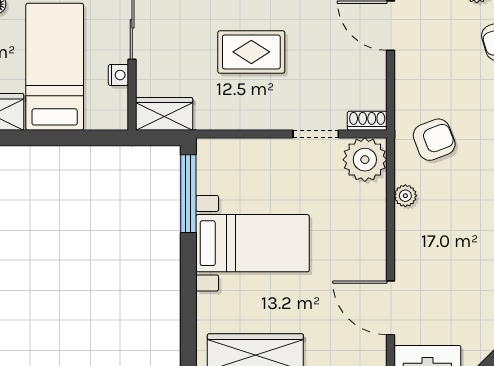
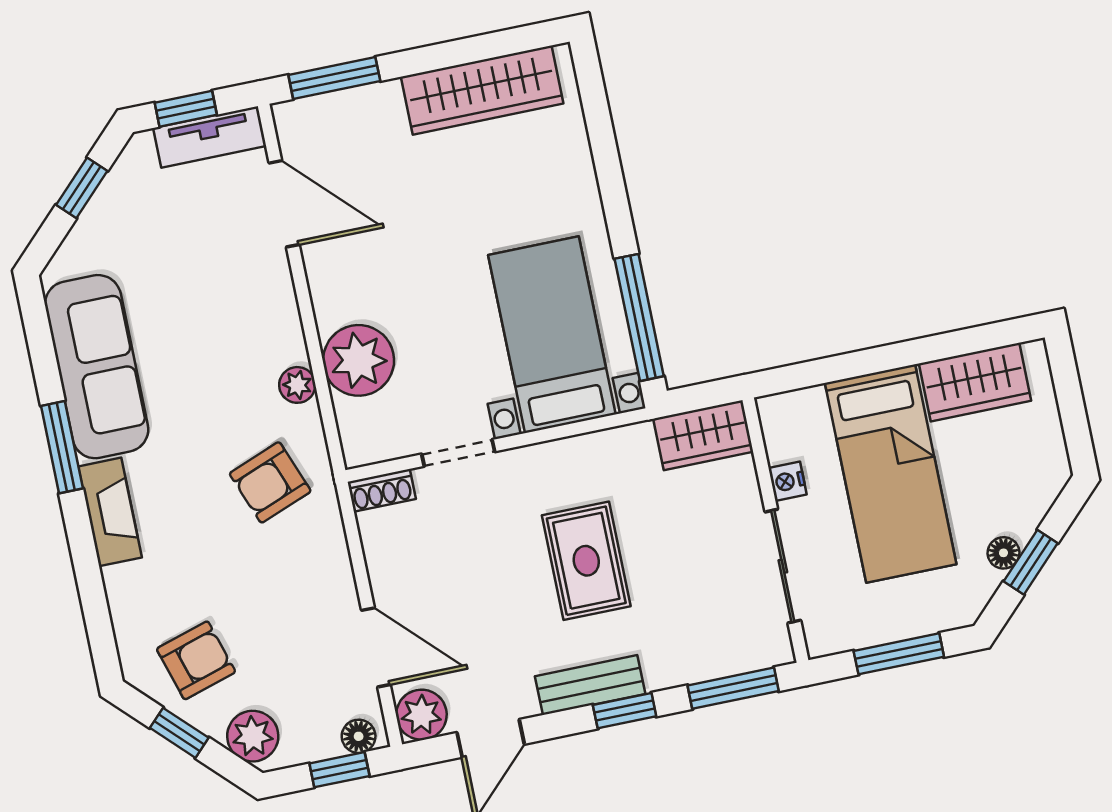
rug: (251, 52) -> (586, 561), turned 90
plant: (365, 160) -> (359, 360), moved
bed with nightstands: (252, 243) -> (552, 335), moved, turned 90

